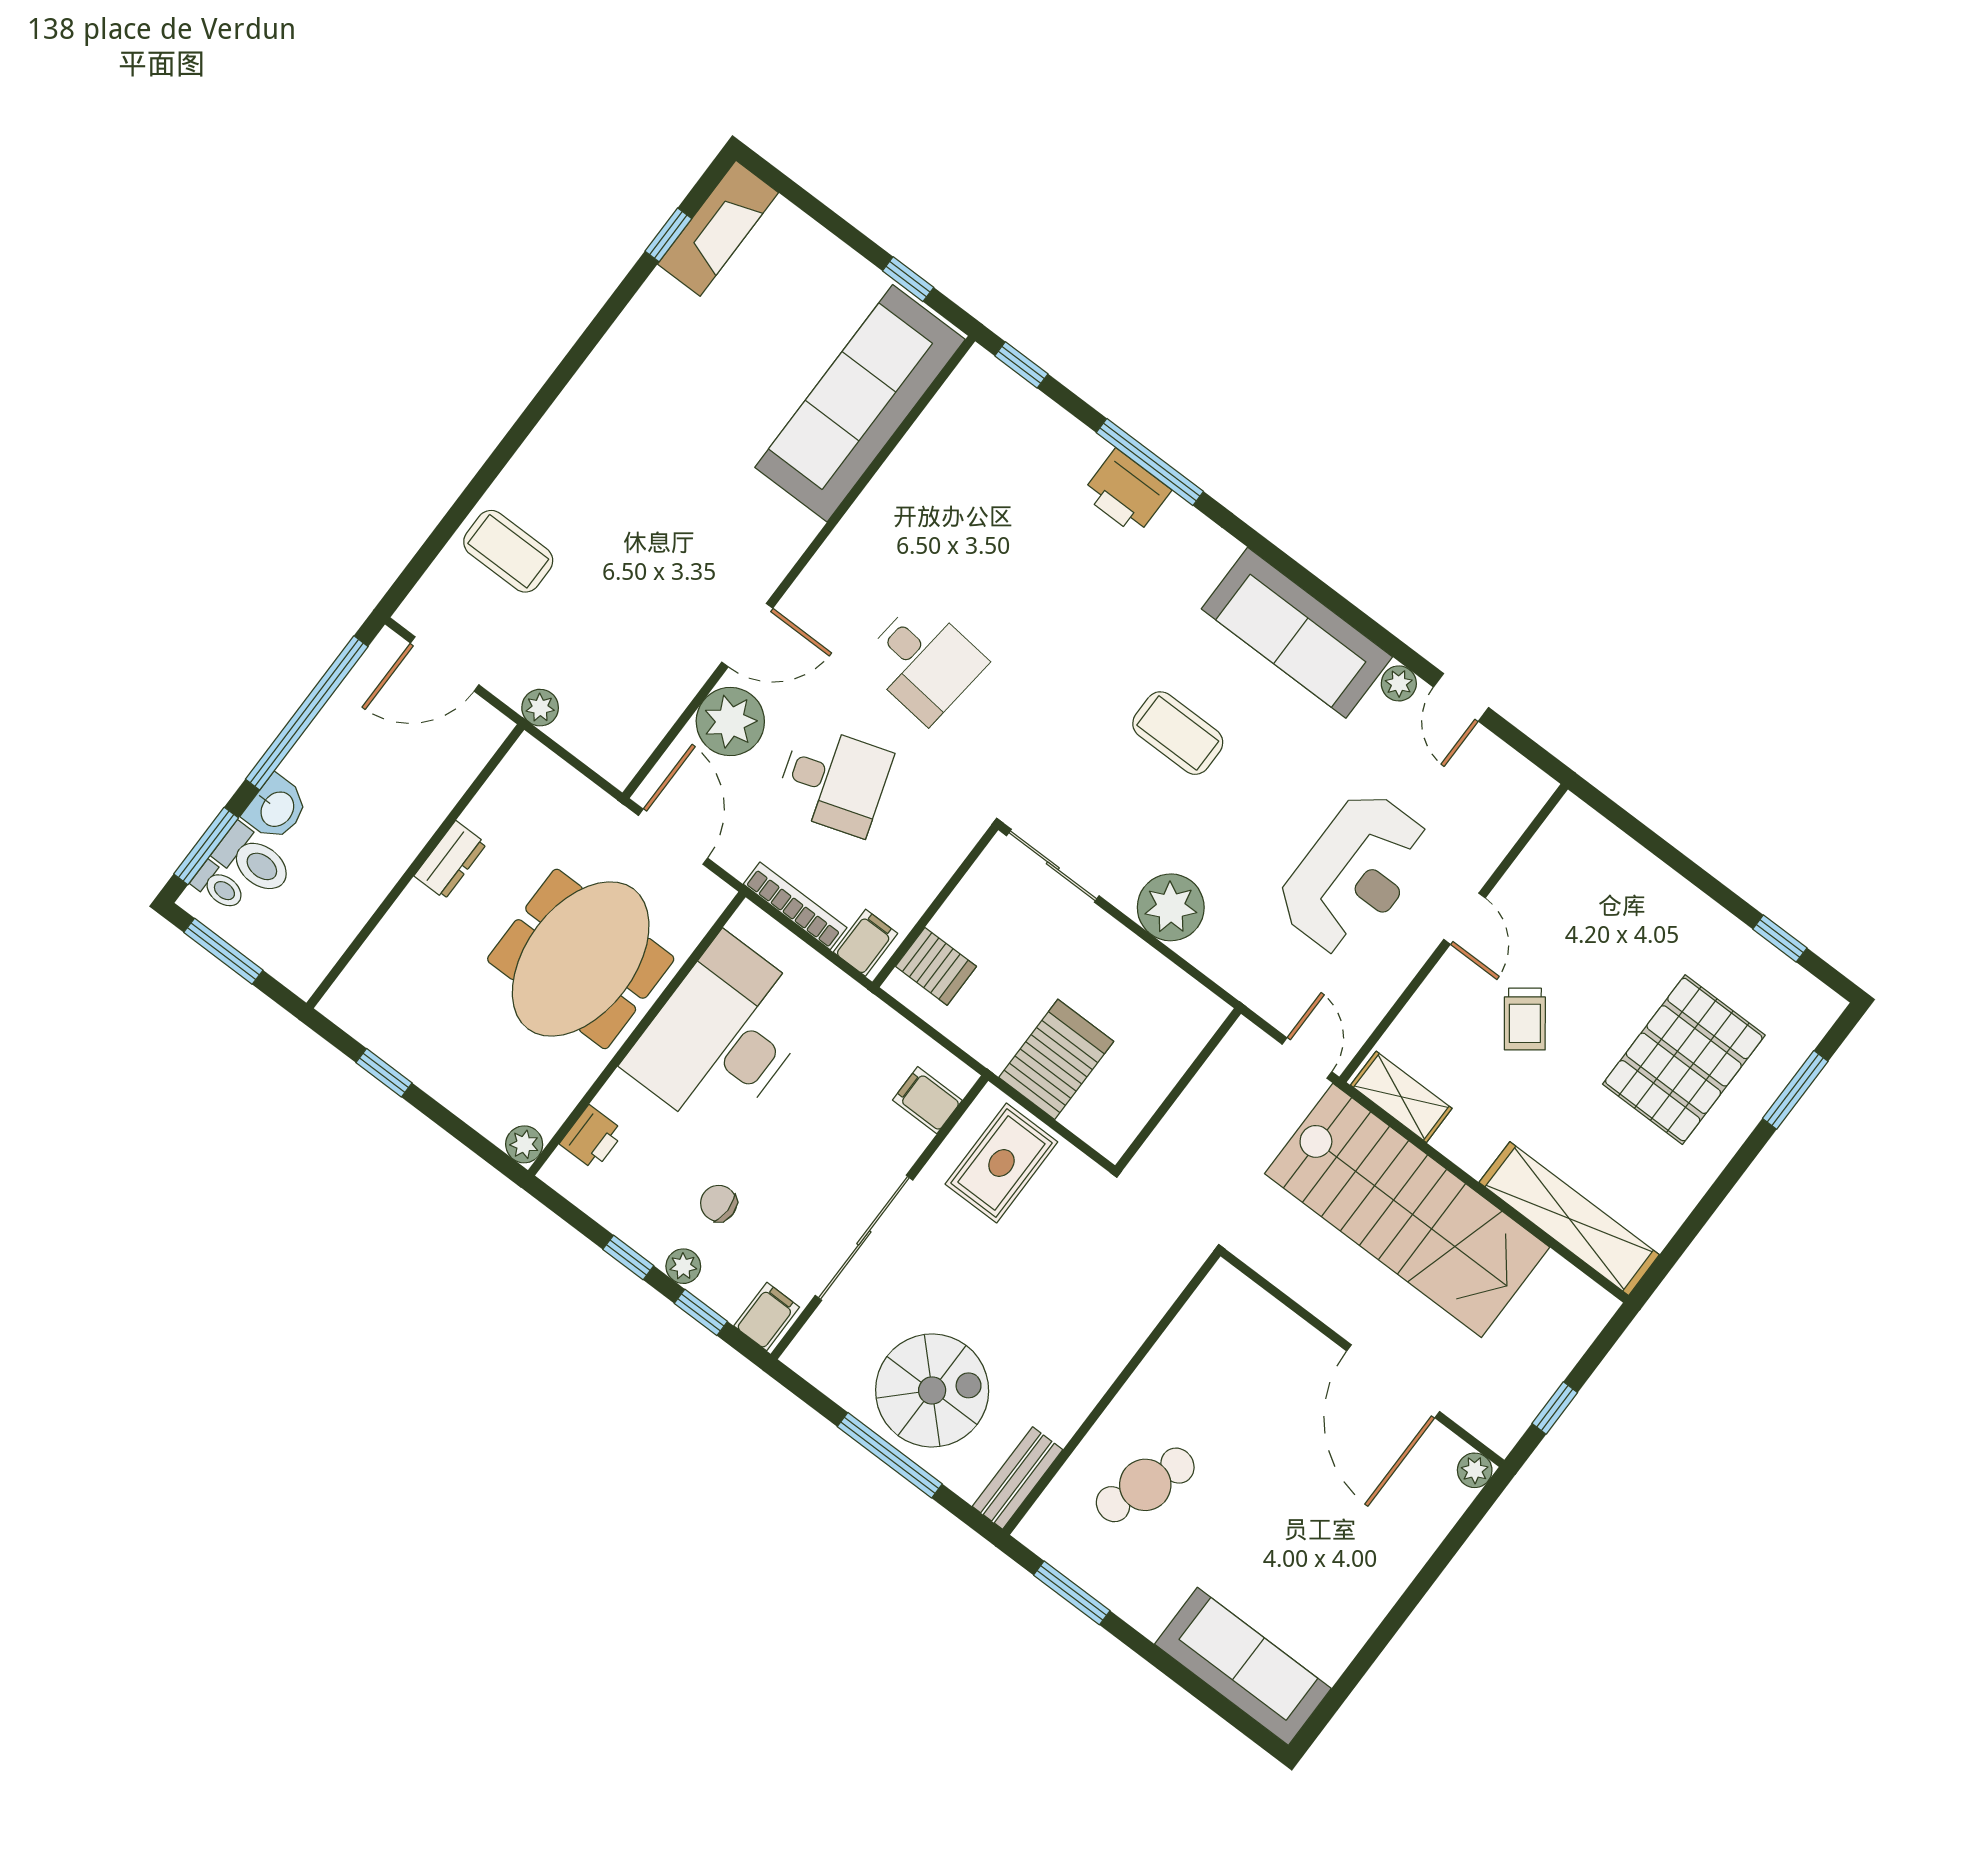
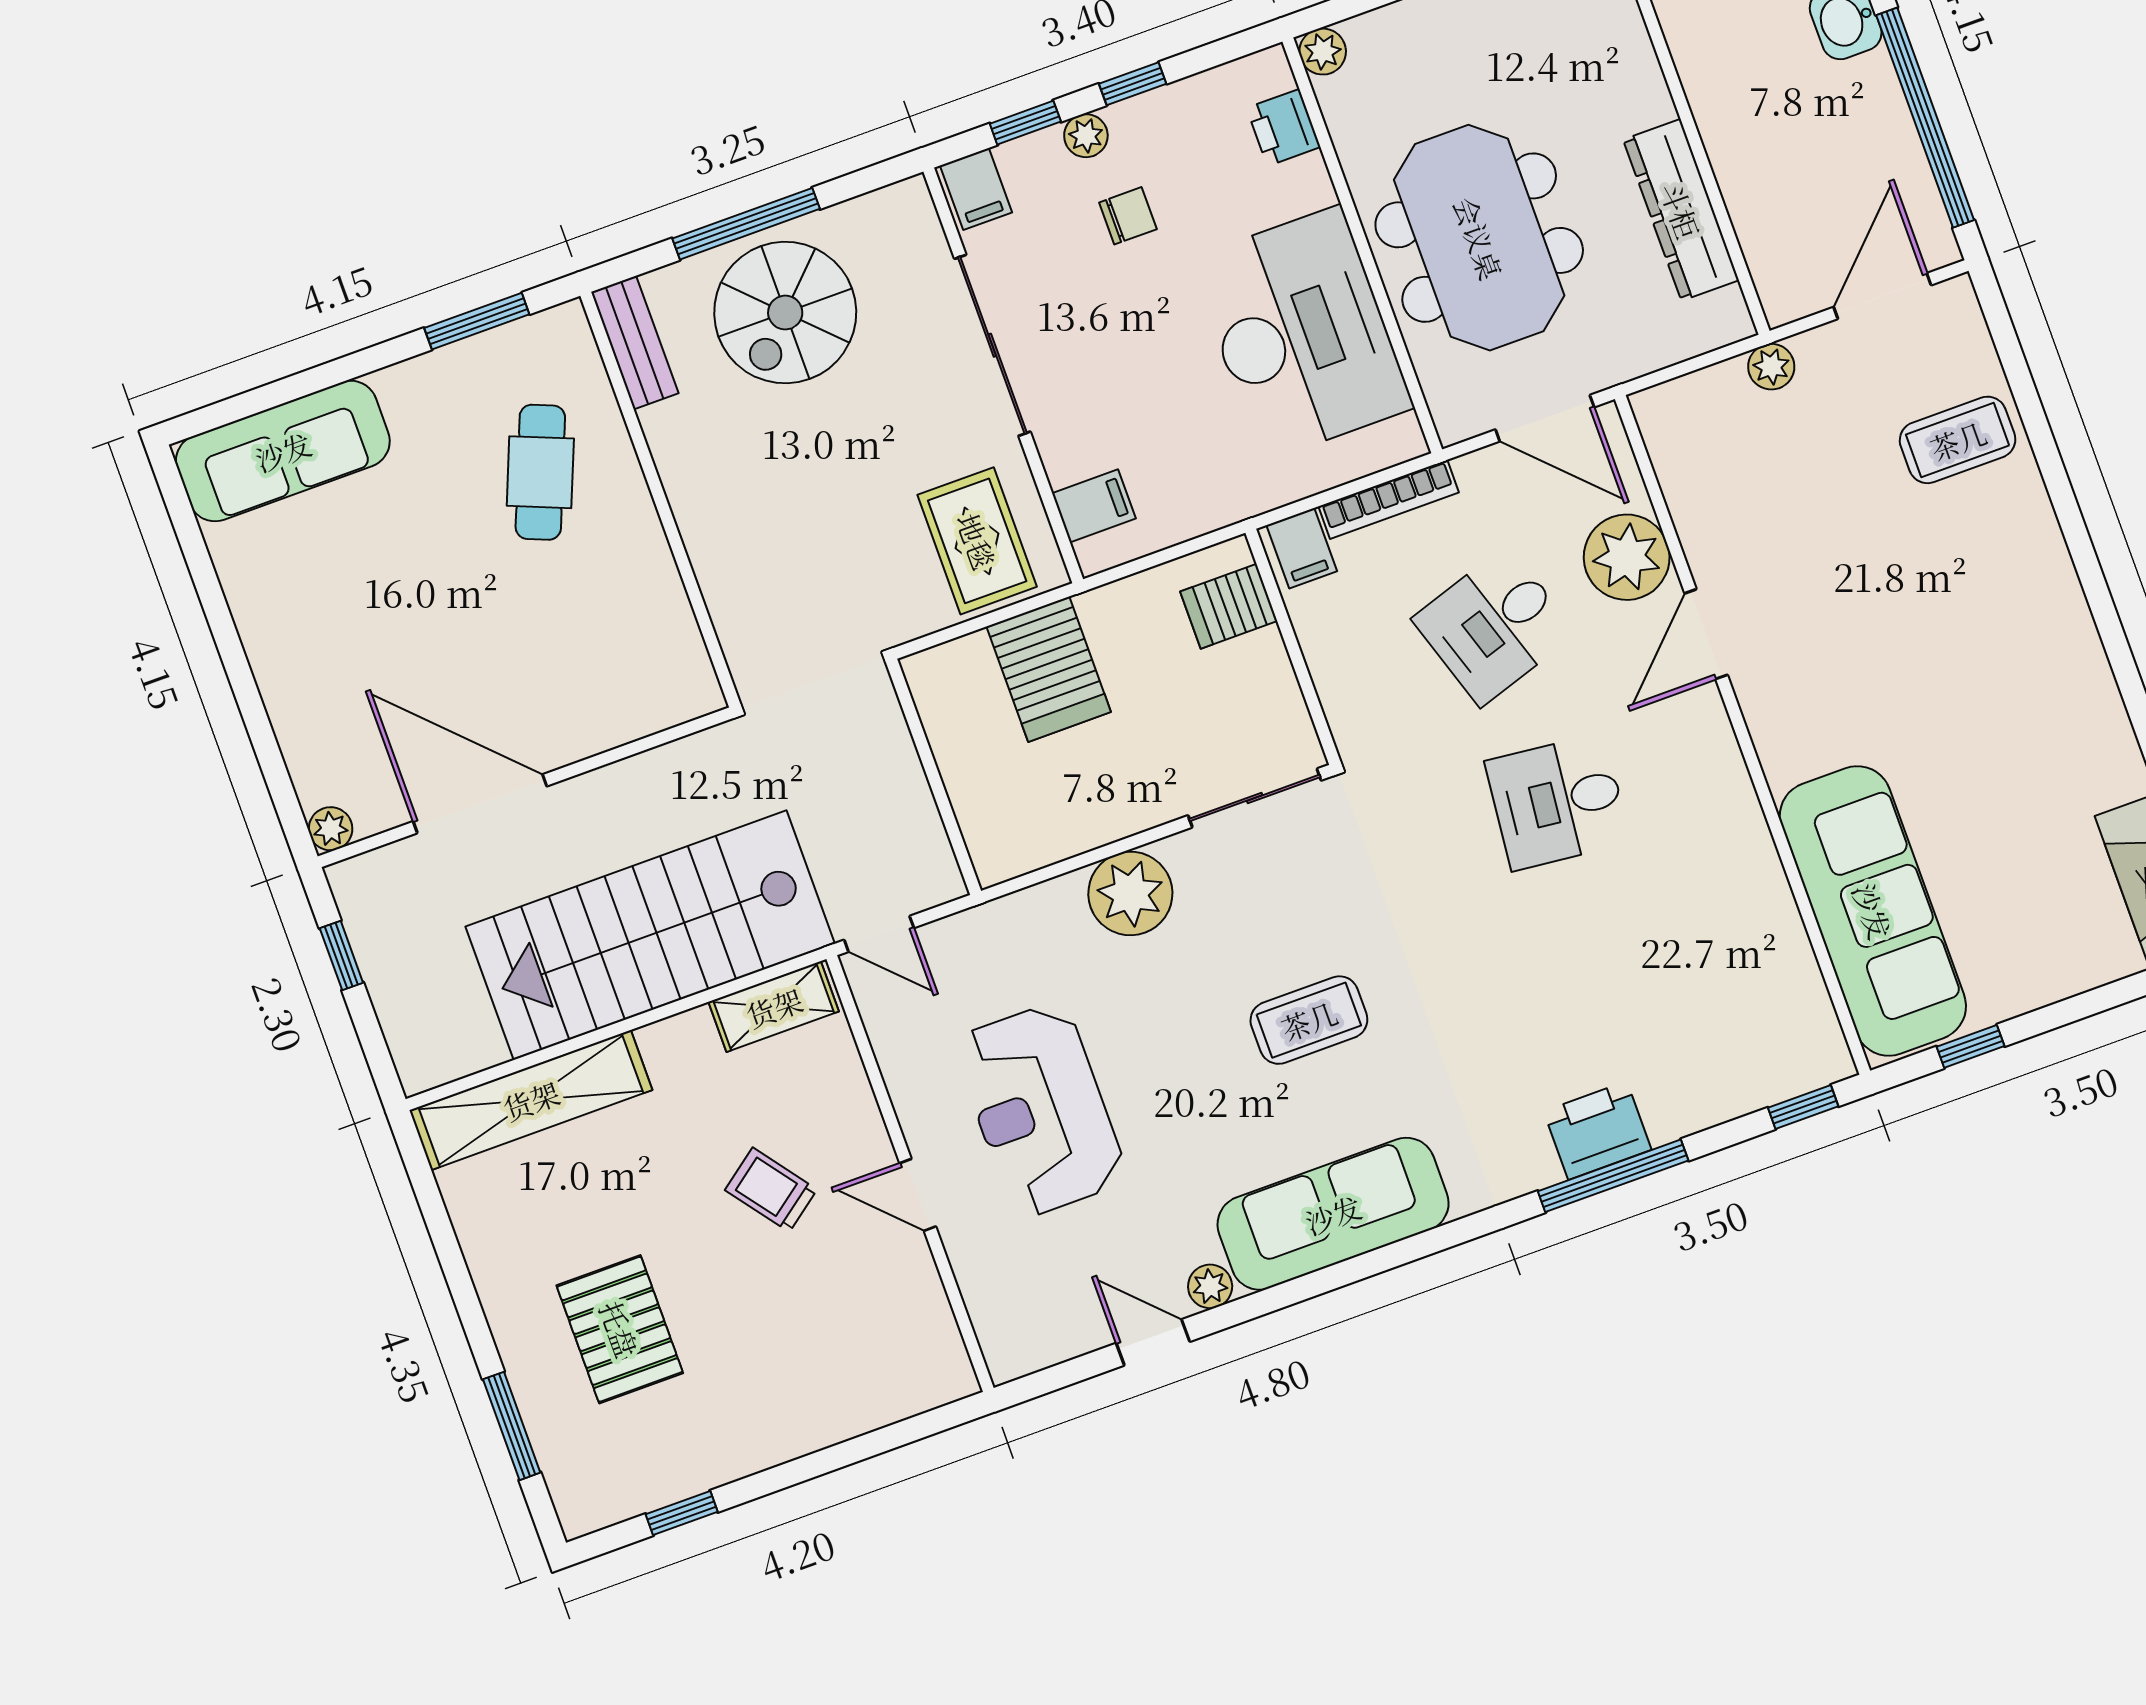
dresser: (450, 860) -> (1681, 210), width x1.96, depth x1.24
pallet: (1684, 1060) -> (620, 1329), width x0.73, depth x0.71

